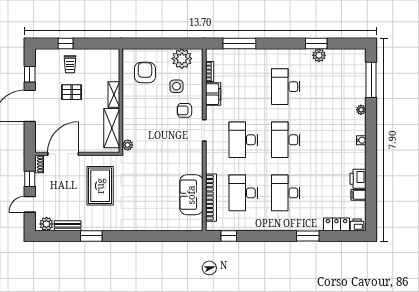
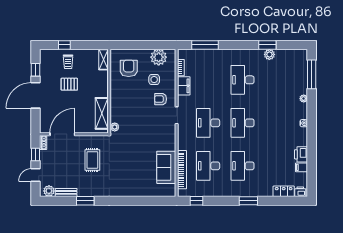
shelving: (114, 95) -> (103, 59), moved
rug: (100, 186) -> (92, 160), width x0.73, depth x0.70
window: (308, 236) -> (248, 201), moved

